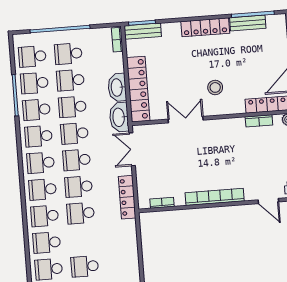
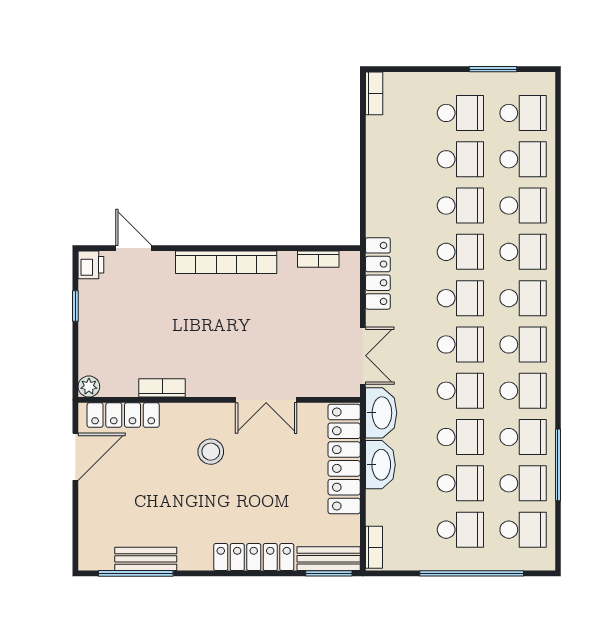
locker: (205, 27) -> (254, 557), moved
bookcase: (259, 121) -> (162, 388), moved
school desk: (83, 240) -> (460, 206), added

